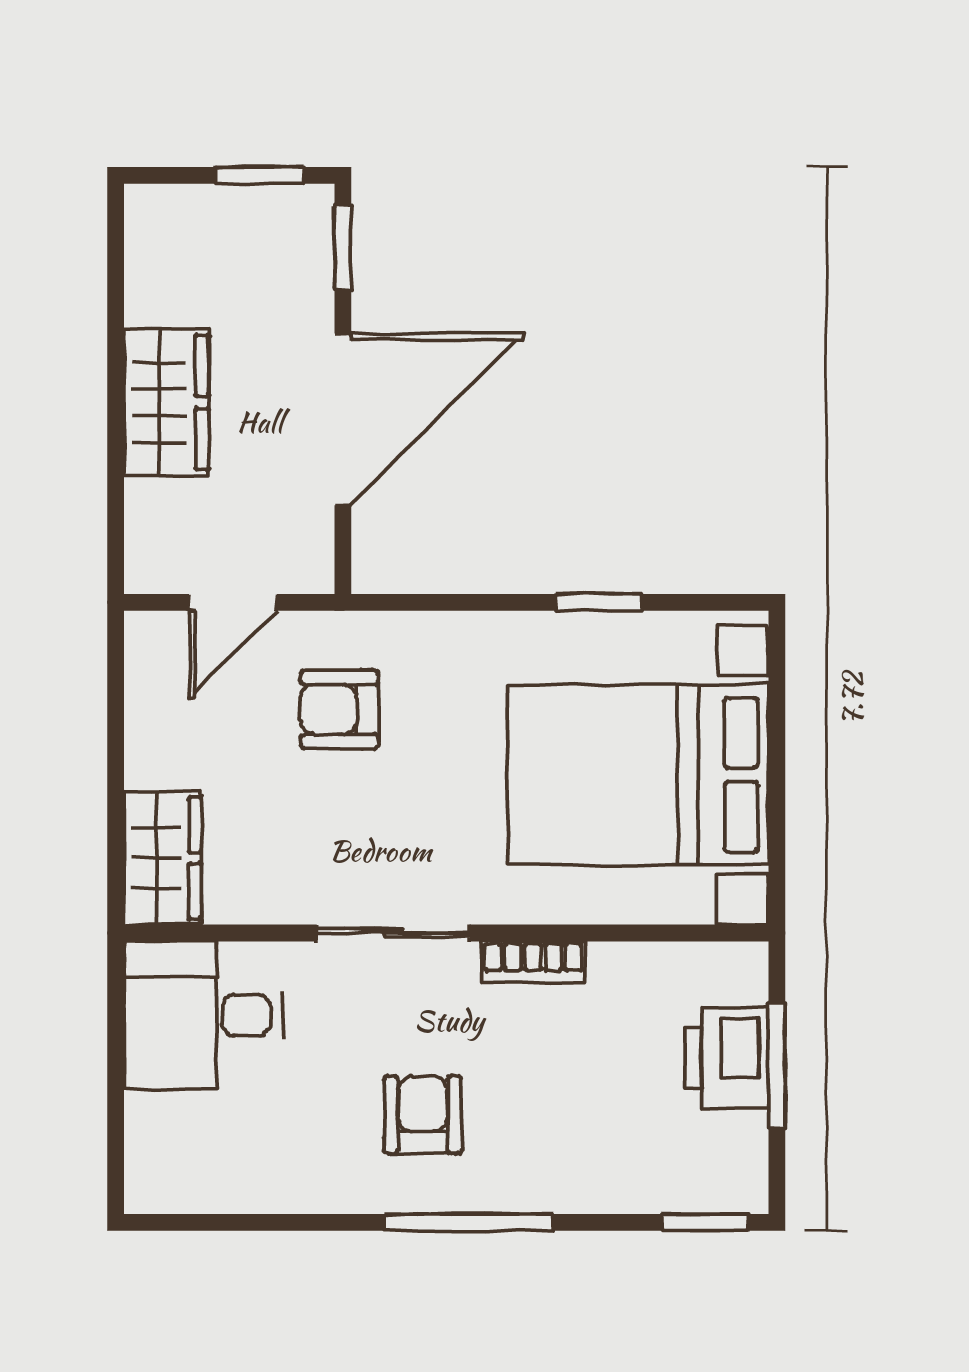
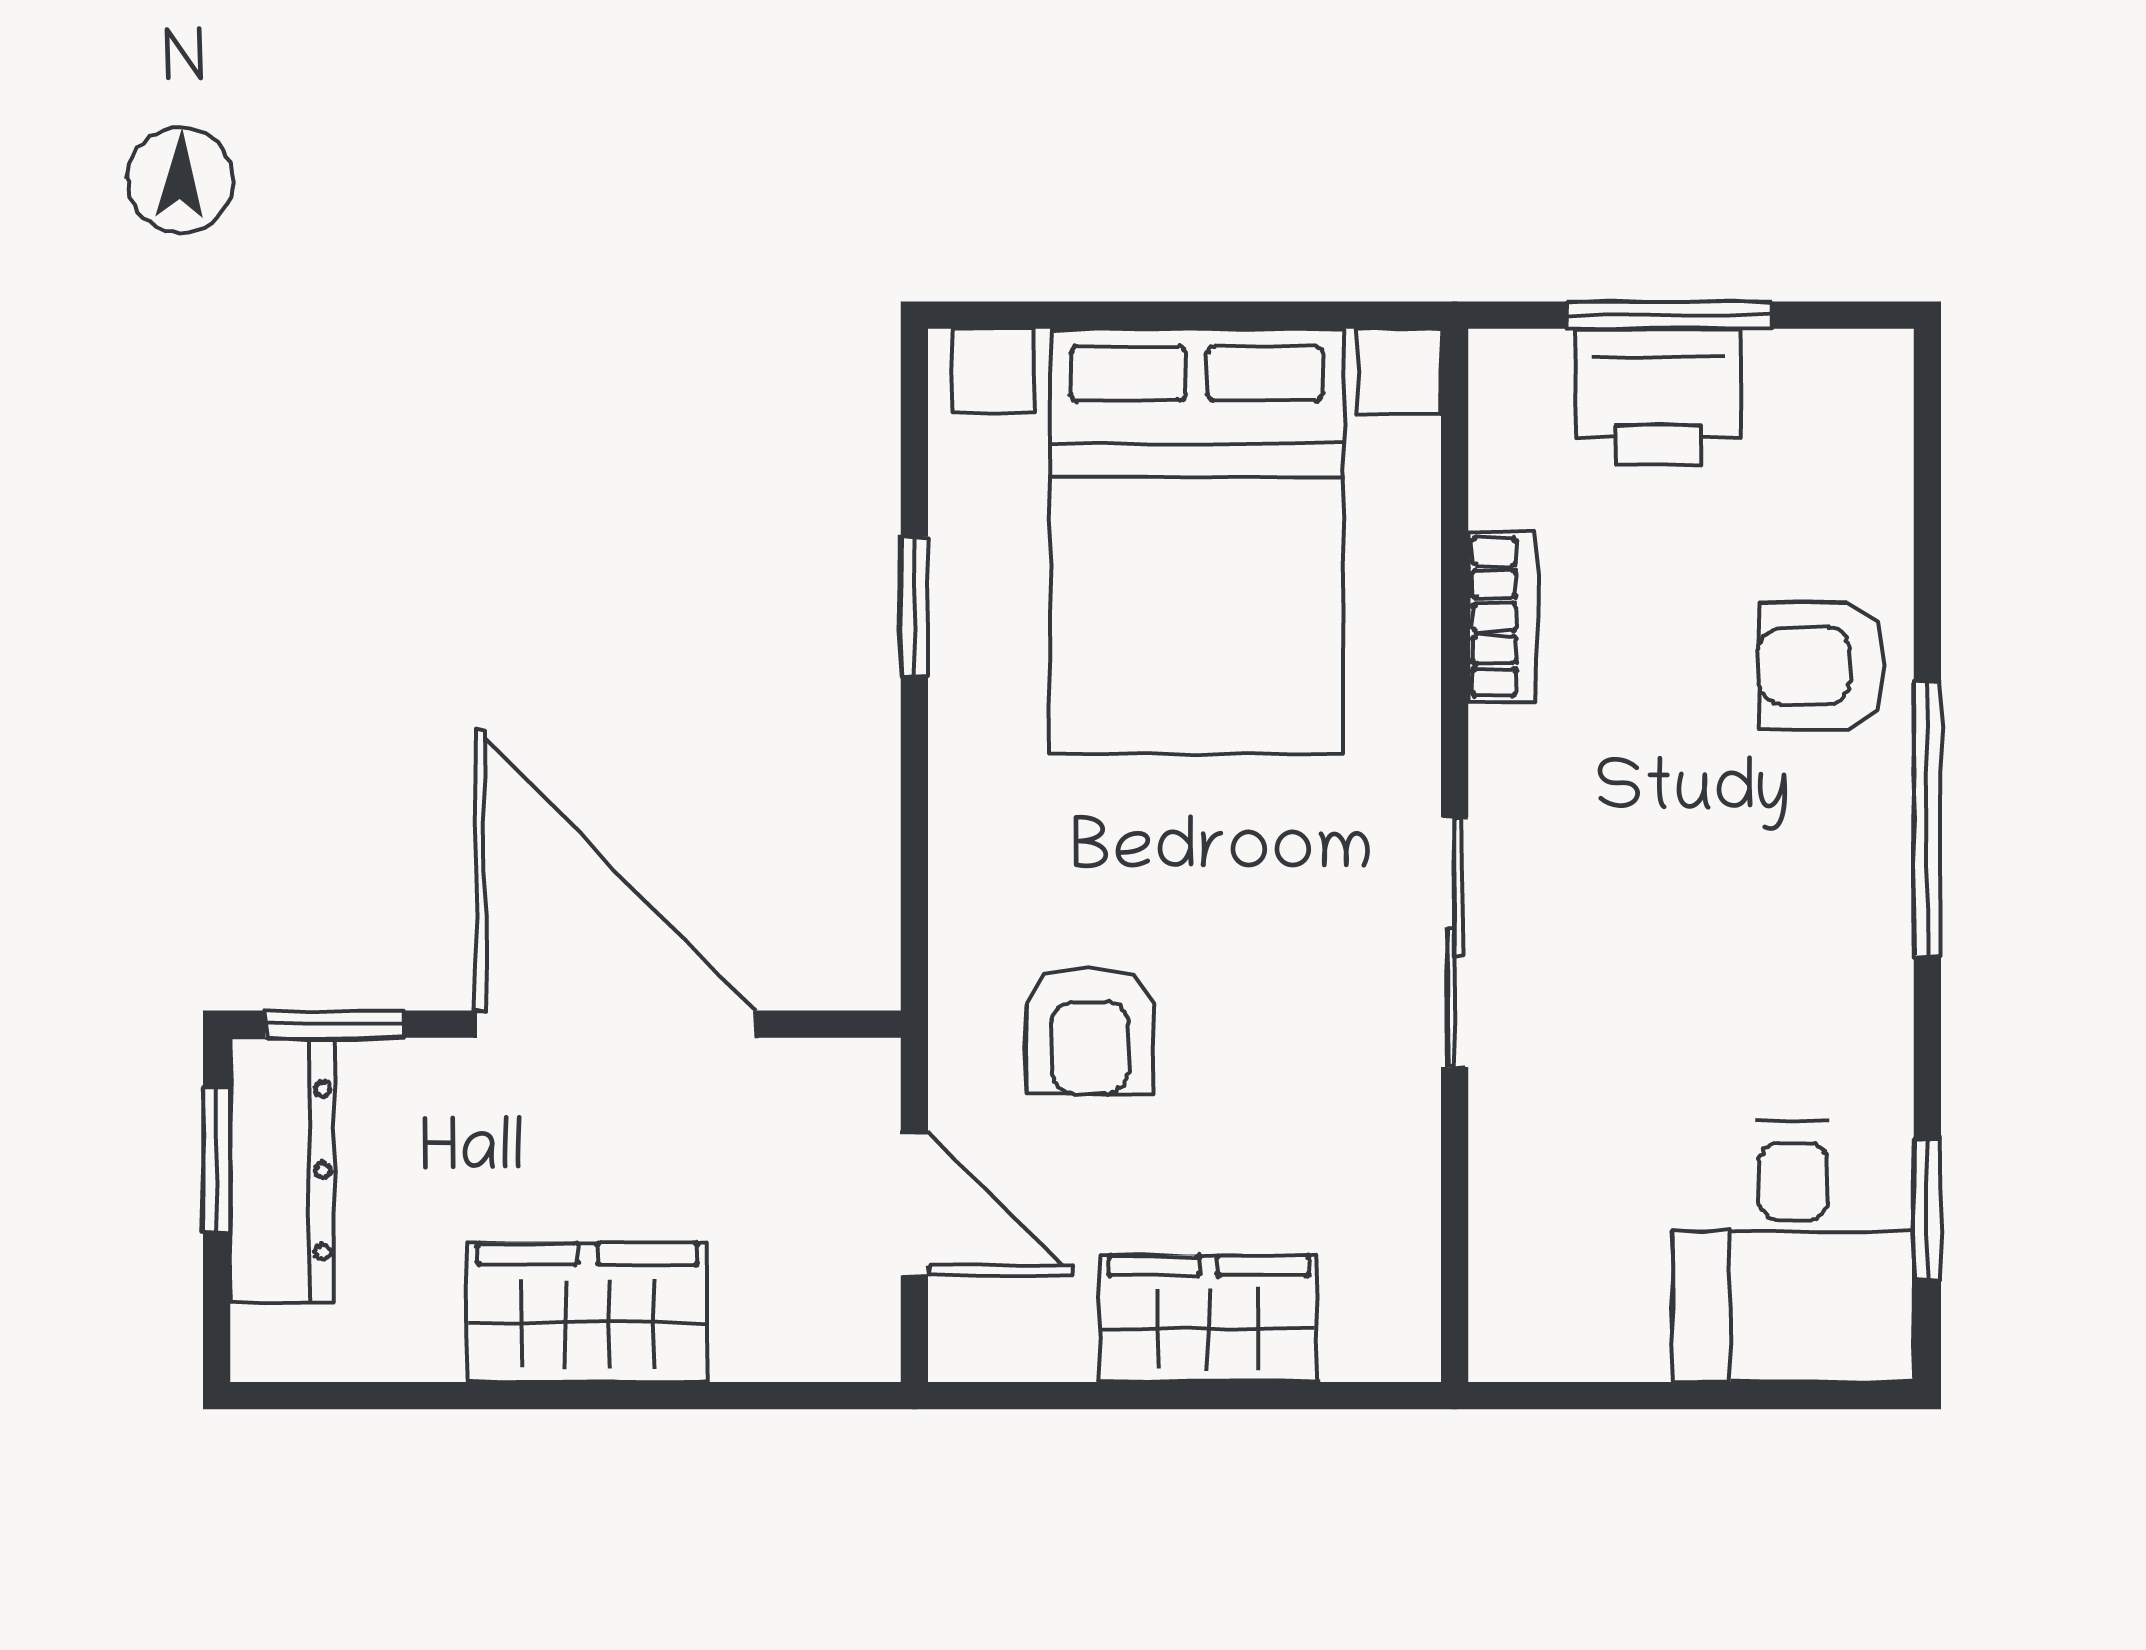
dresser: (253, 215) -> (282, 1170), added
wardrobe: (163, 858) -> (1209, 1319), moved
bookcase: (533, 962) -> (1502, 617), moved
desk: (204, 1015) -> (1793, 1252), moved
armchair: (423, 1115) -> (1822, 666), moved
window: (705, 1222) -> (1927, 1209), moved

